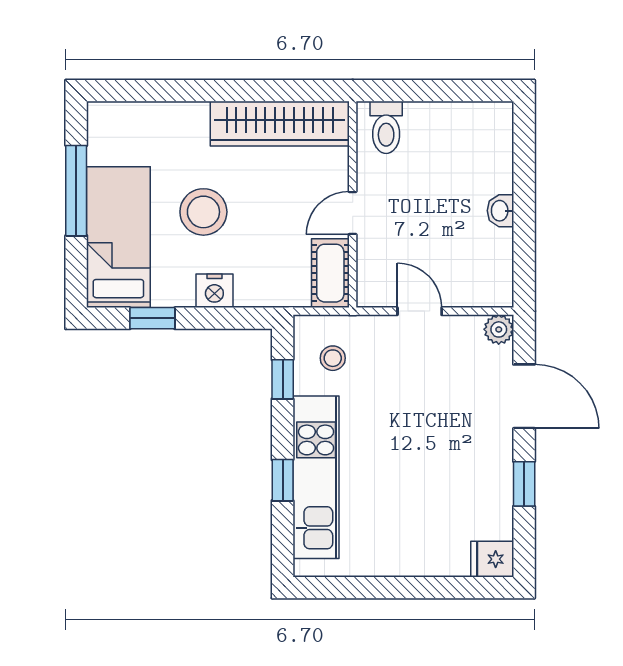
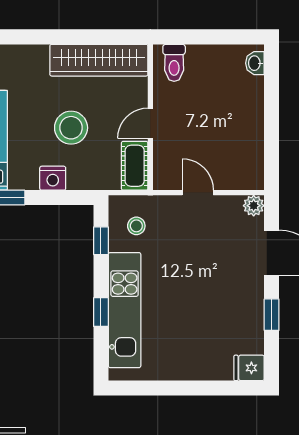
washbasin: (500, 211) -> (255, 63), moved
stool: (203, 212) -> (71, 128), moved

